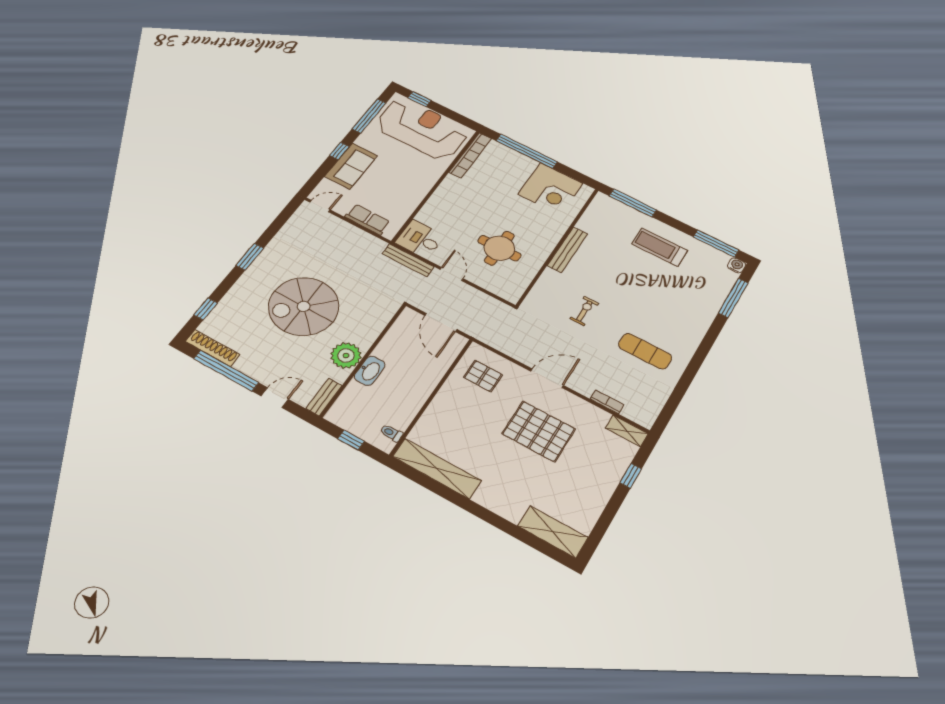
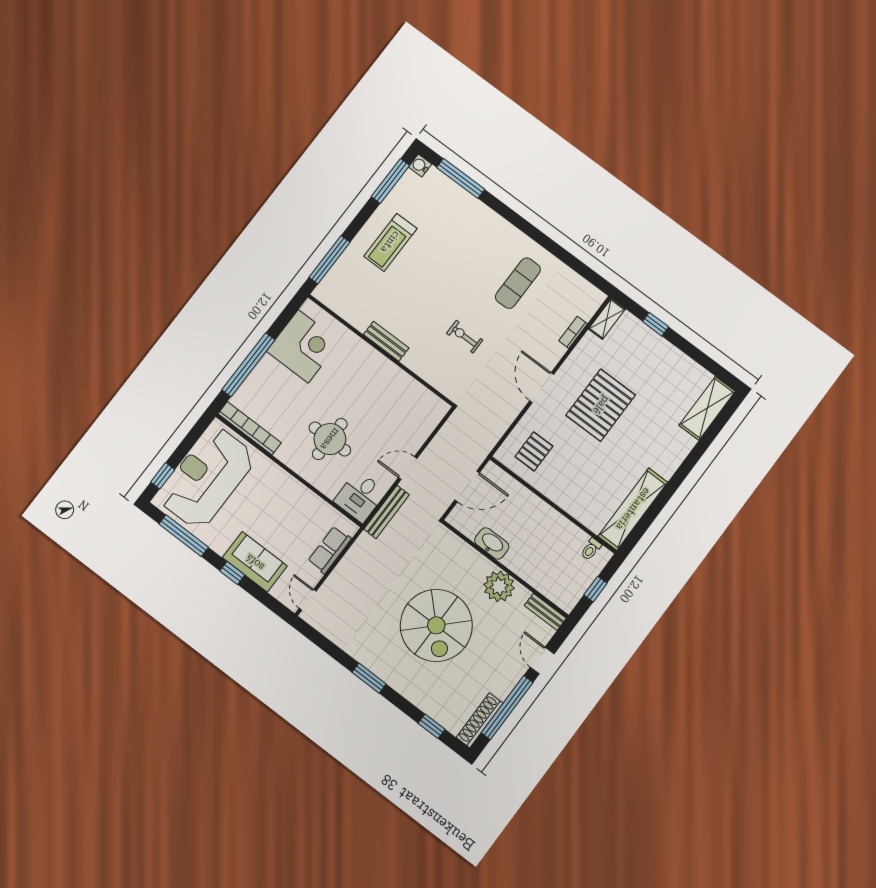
round table: (499, 248) -> (330, 439), moved
bench: (567, 250) -> (386, 341), width x0.73
washbasin: (370, 371) -> (492, 543), moved

